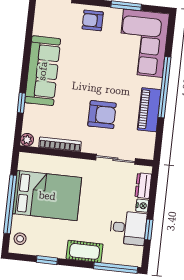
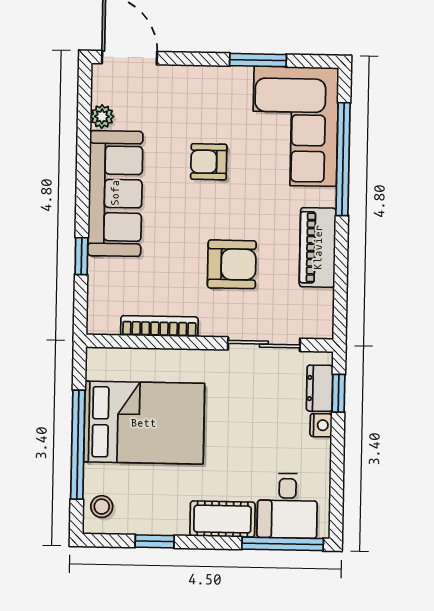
armchair: (93, 20) -> (209, 162), moved
window: (164, 87) -> (343, 159), moved
plant: (27, 140) -> (102, 116), moved
desk: (128, 228) -> (287, 506), moved, turned 90
window: (149, 230) -> (339, 393), moved

